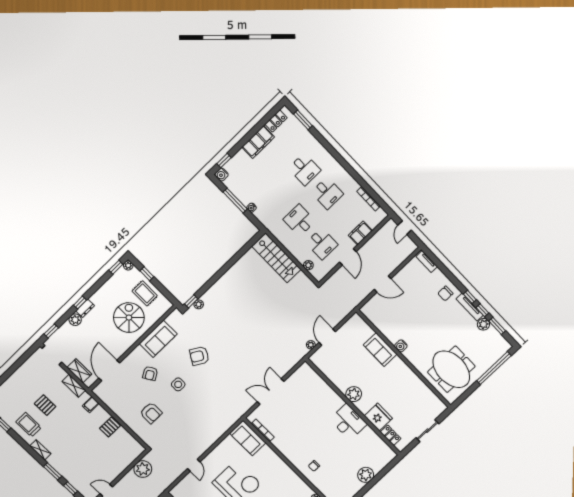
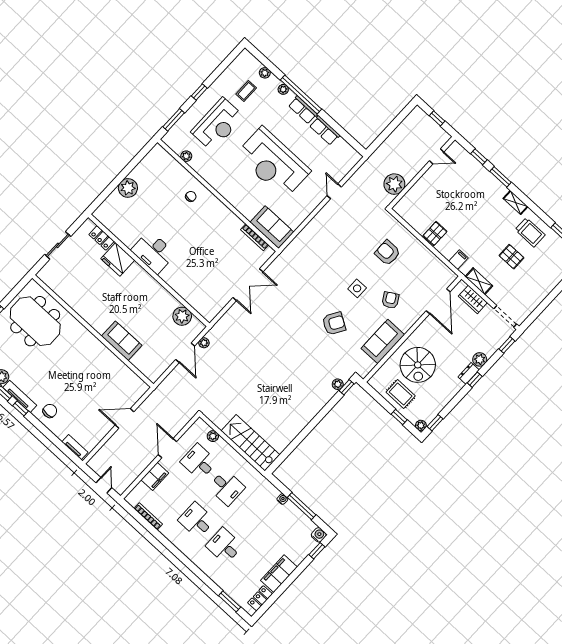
water cooler: (401, 346) -> (97, 346), removed
plant: (354, 394) -> (182, 316), moved

